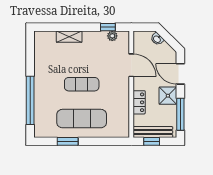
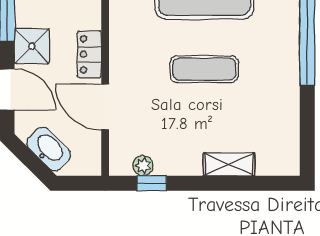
washbasin: (157, 39) -> (49, 149), width x1.91, depth x1.45
locker: (139, 102) -> (89, 54), moved

